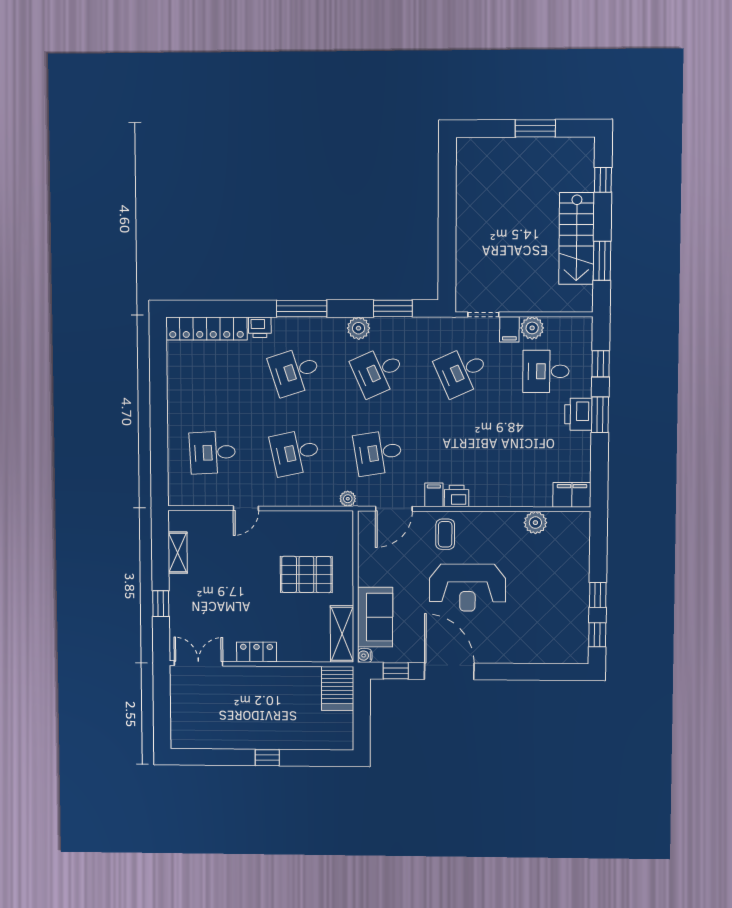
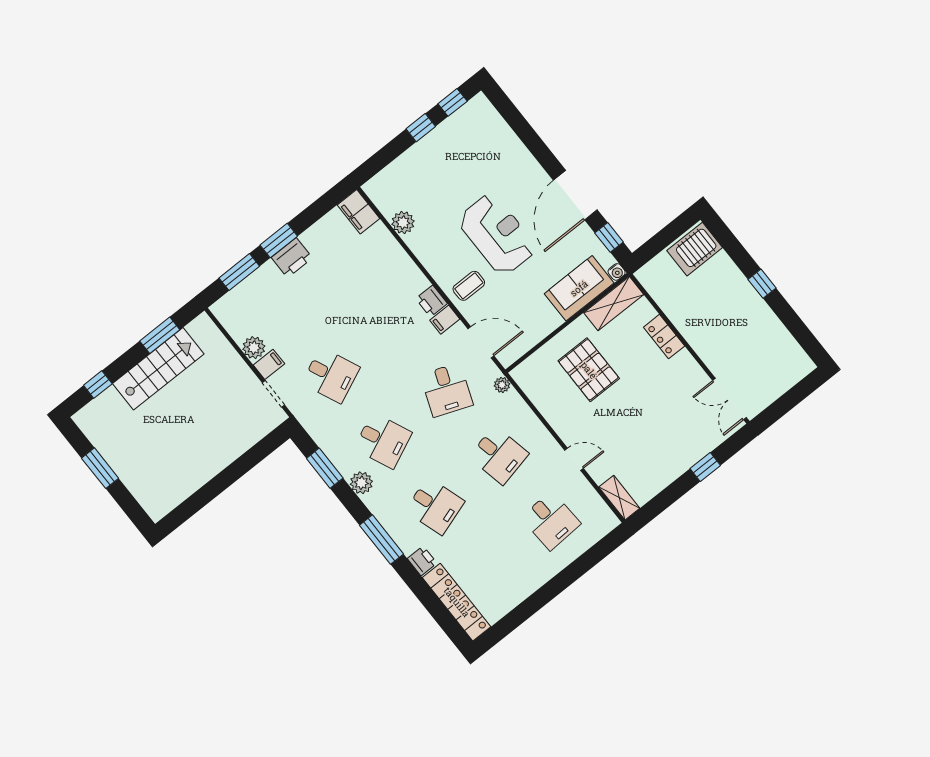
window: (601, 364) -> (239, 272), width x1.50
desk: (546, 371) -> (279, 310), removed
desk: (378, 453) -> (447, 390), turned 30
shelving: (178, 553) -> (619, 498), moved, turned 90
locker: (257, 652) -> (664, 337), moved
server rack: (338, 689) -> (695, 249), moved, turned 180

